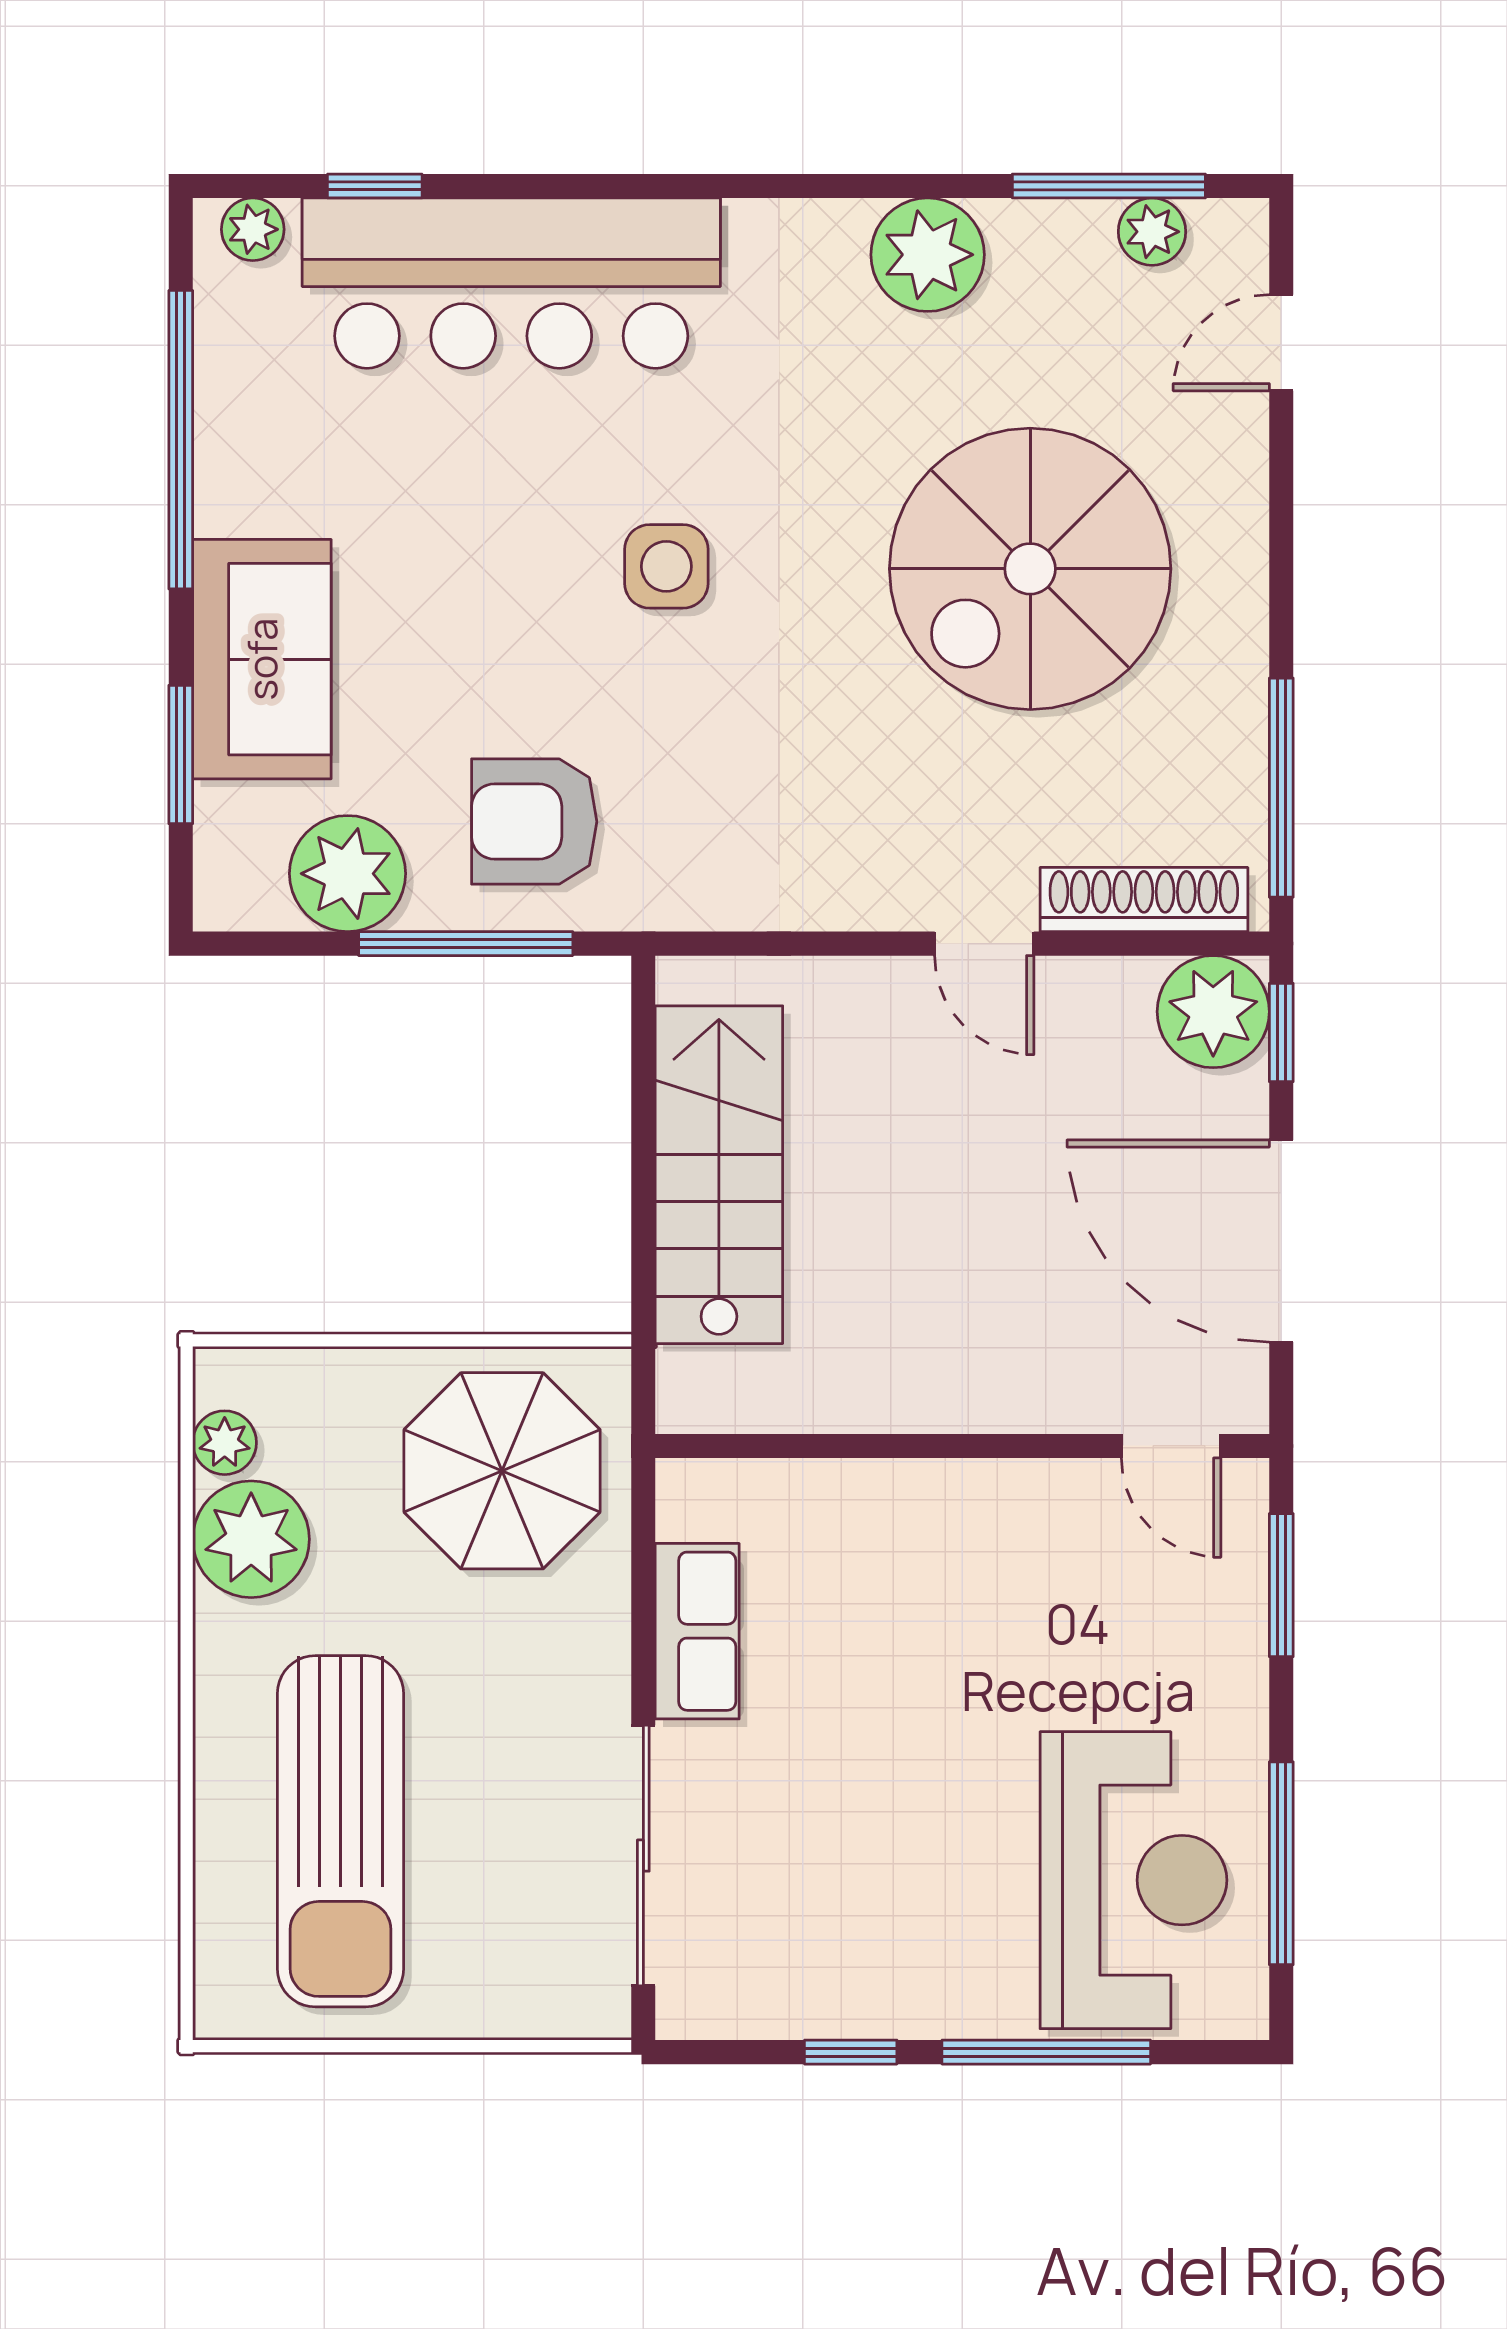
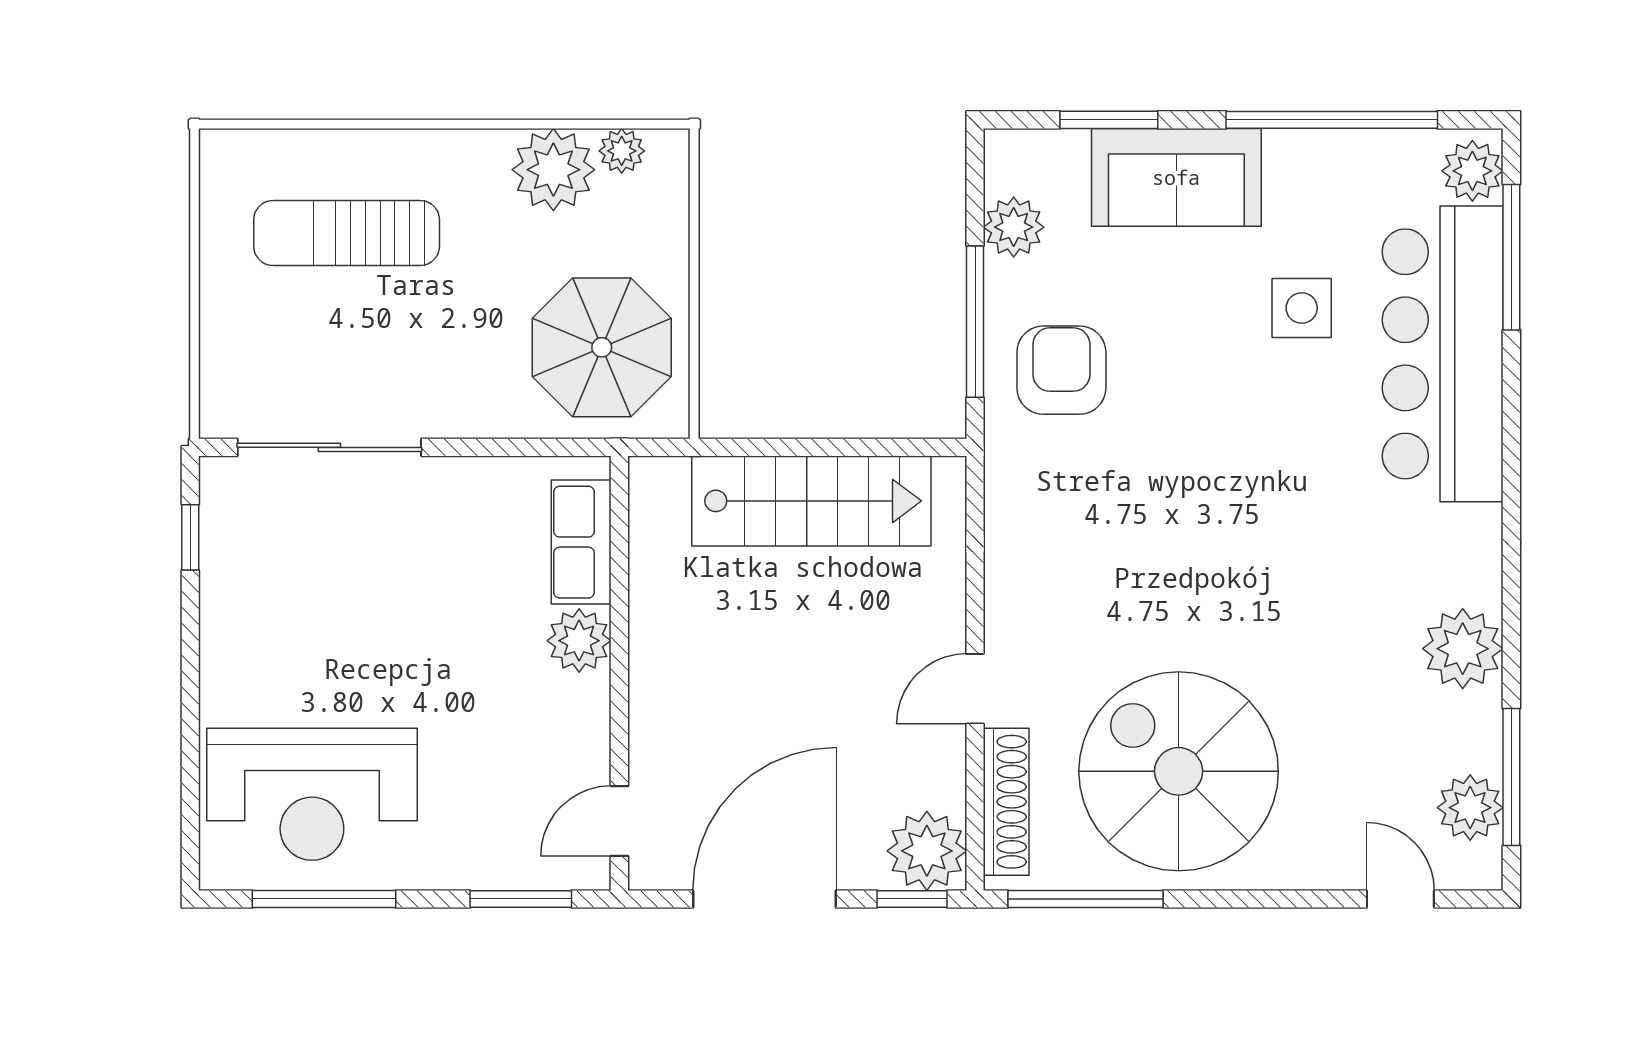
window: (375, 186) -> (1511, 257), width x2.17
plant: (253, 229) -> (1472, 171), width x1.38, depth x1.38
plant: (1152, 232) -> (1470, 808), width x1.38, depth x1.38
side table: (666, 566) -> (1302, 308), moved
spiral stairs: (1030, 569) -> (1179, 771), moved
plant: (348, 874) -> (1014, 227), width x0.73, depth x0.73
plant: (916, 1503) -> (579, 641), added
row of seats: (697, 1631) -> (581, 542), moved, turned 90
sun lounger: (341, 1831) -> (347, 233), width x0.73, depth x0.75
window: (851, 2052) -> (190, 537), moved
window: (1046, 2052) -> (190, 733), removed

